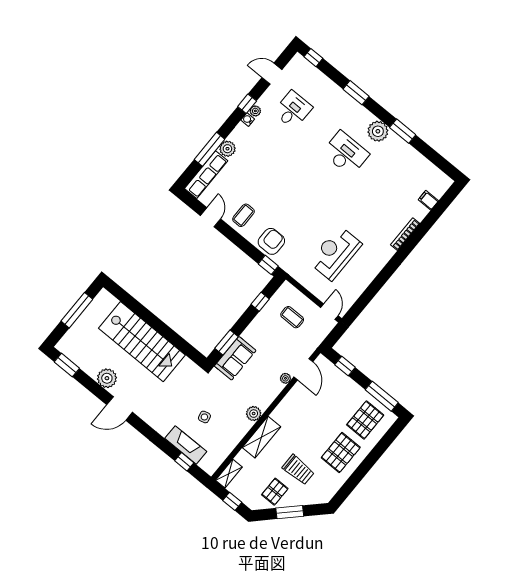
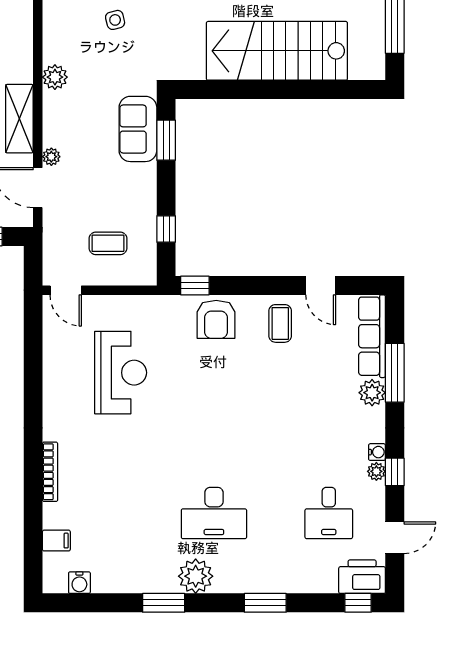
printer: (302, 68) -> (362, 577), added
water cooler: (434, 172) -> (79, 583), added
shelving: (262, 437) -> (19, 119), moved

